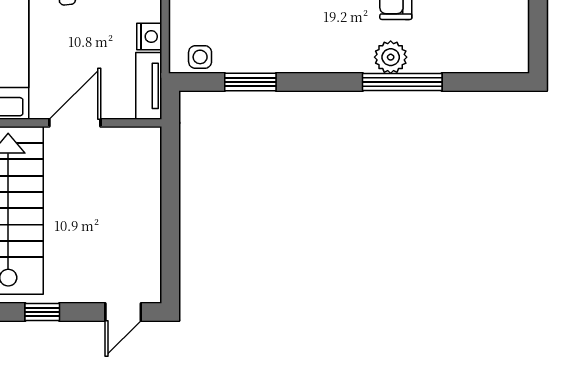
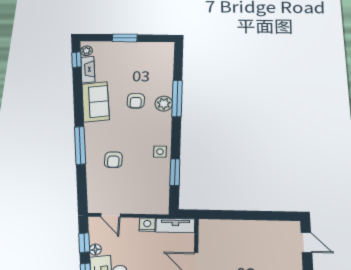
side table: (200, 57) -> (160, 152), moved

